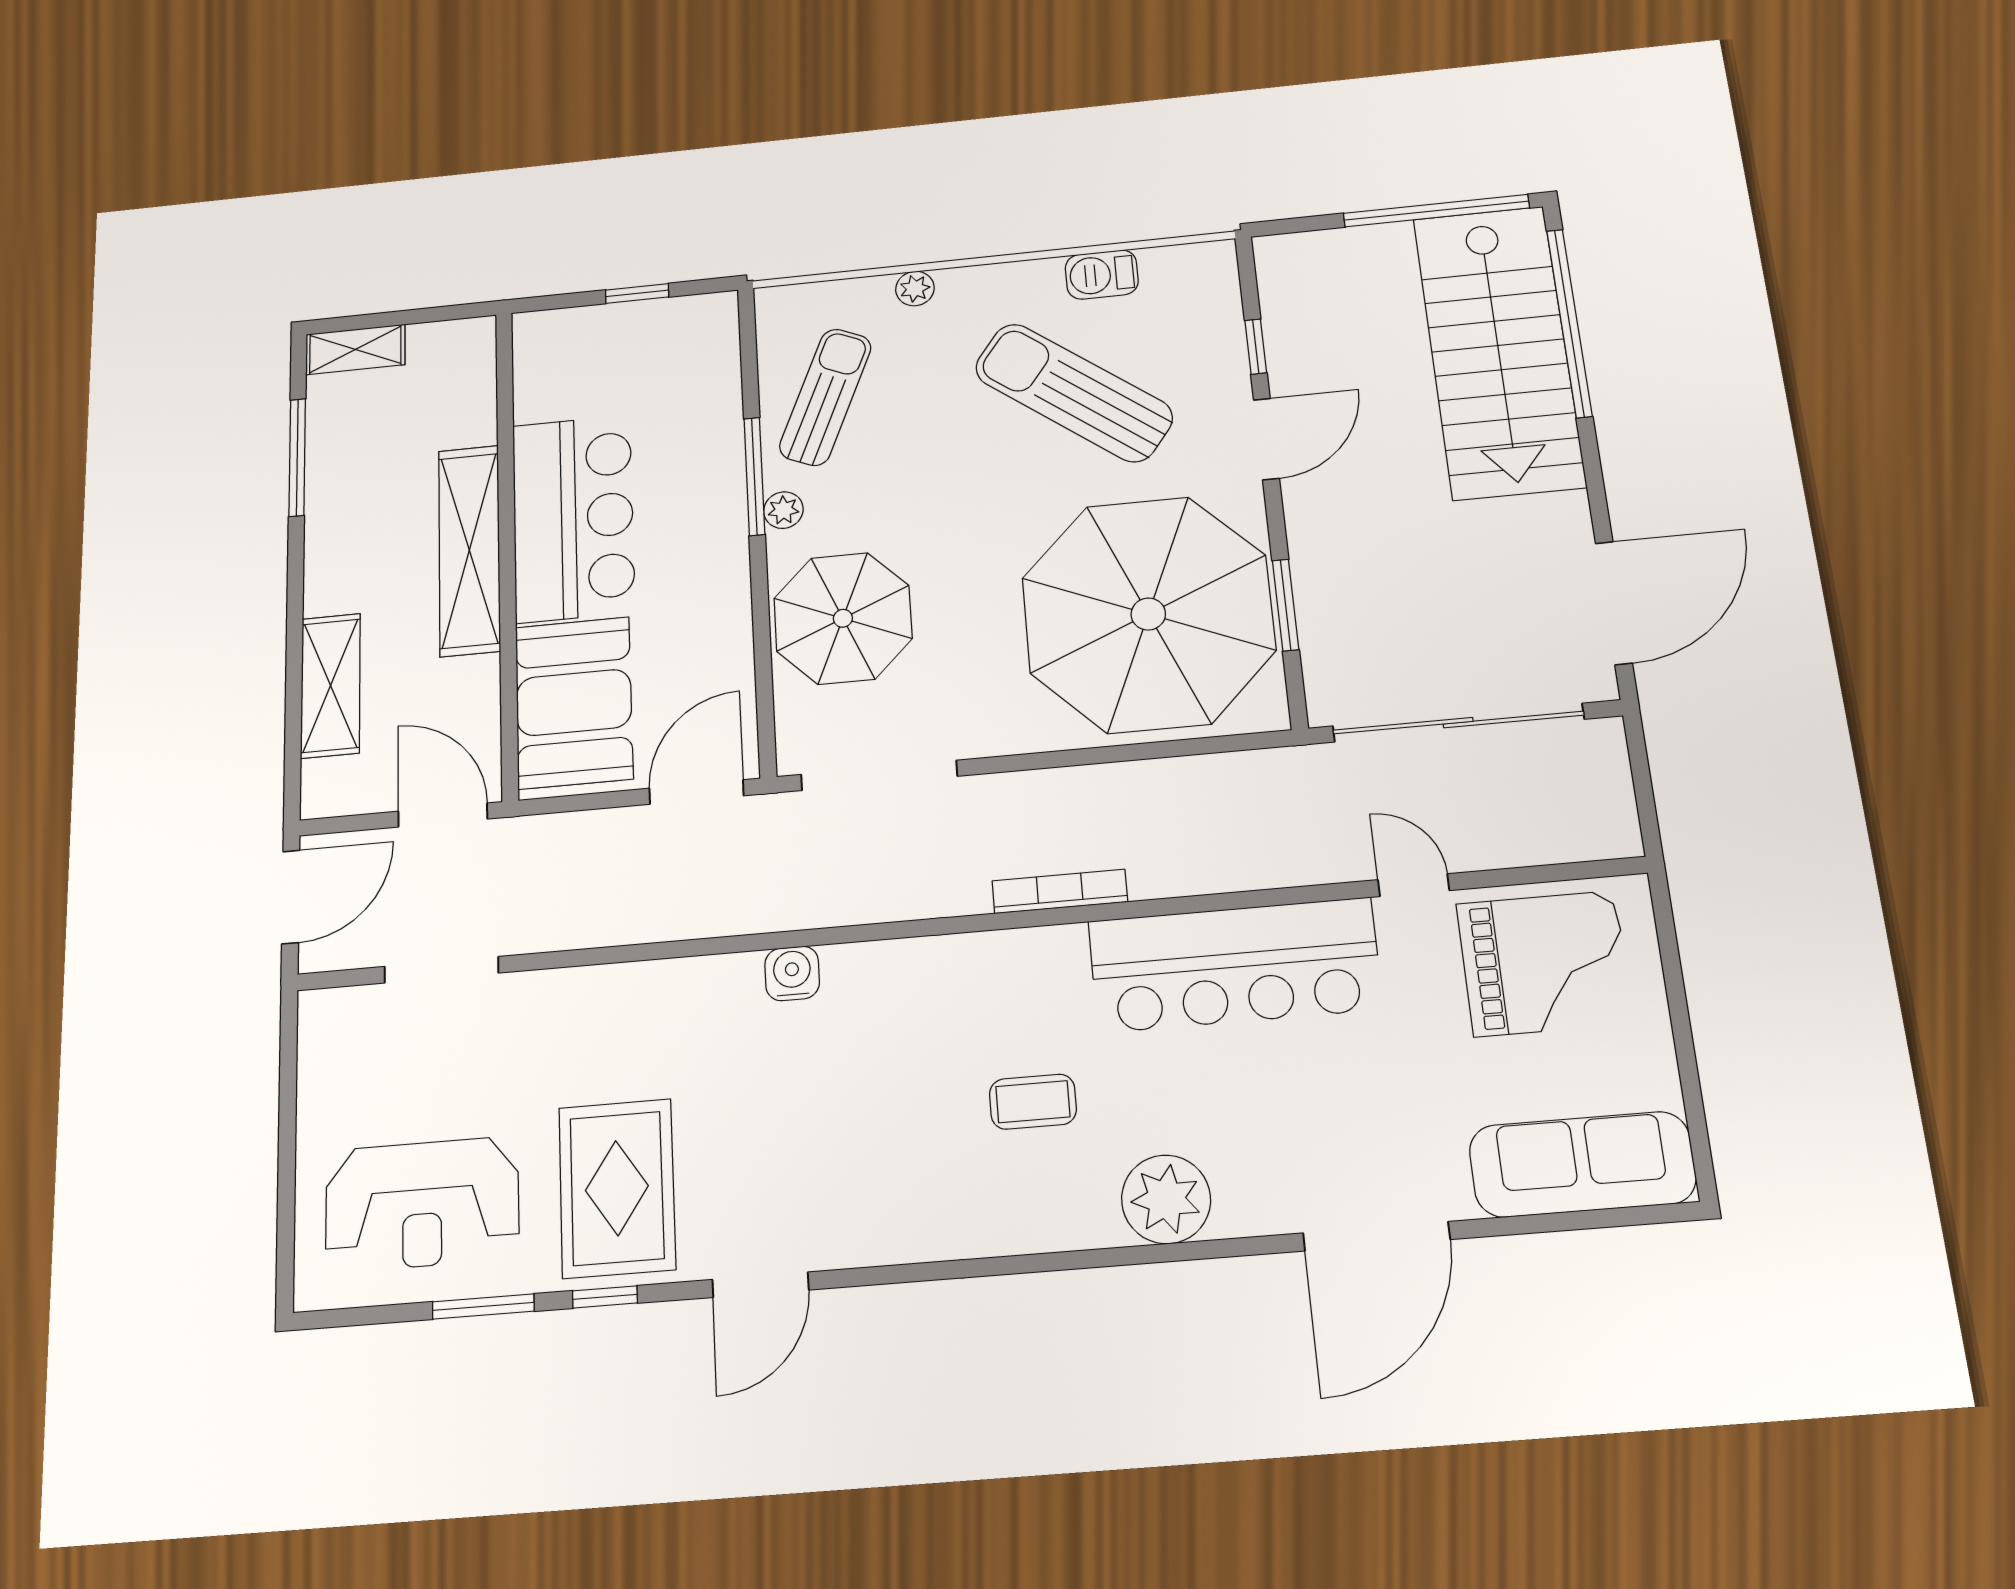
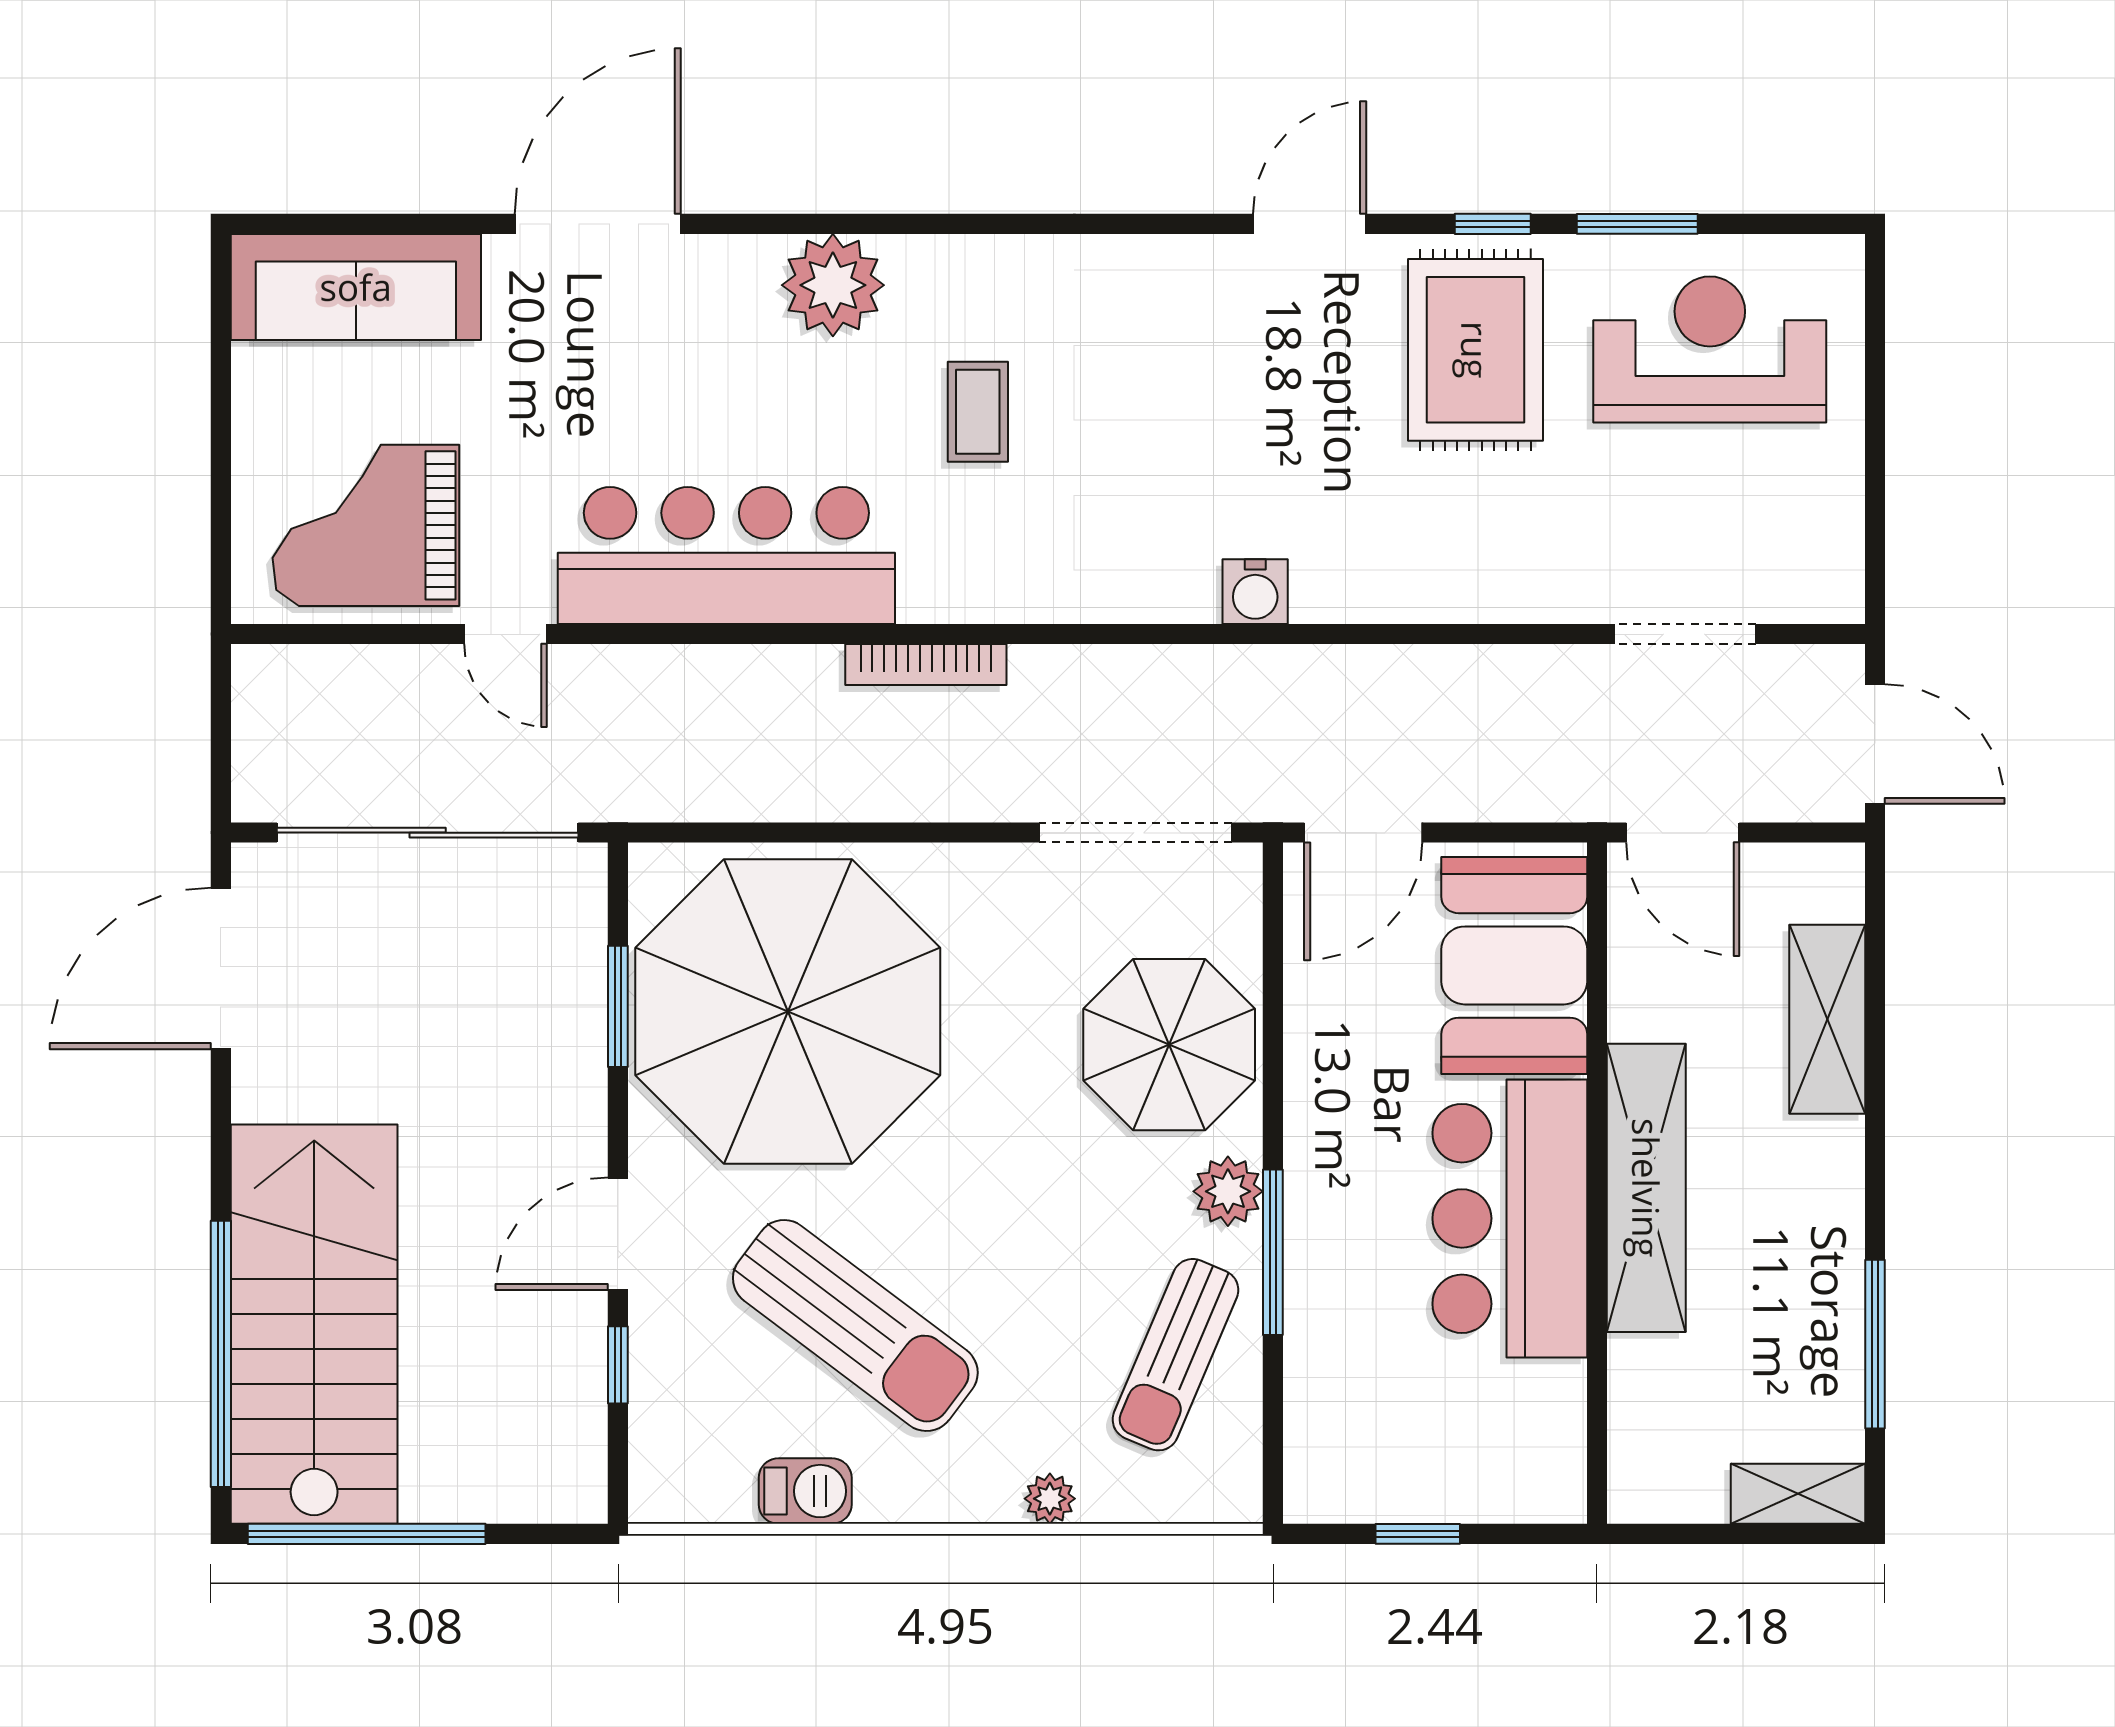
plant: (783, 510) -> (1228, 1191), width x1.38, depth x1.38
door: (291, 897) -> (1875, 744), swing flipped
coffee table: (1033, 1102) -> (978, 412), turned 90

